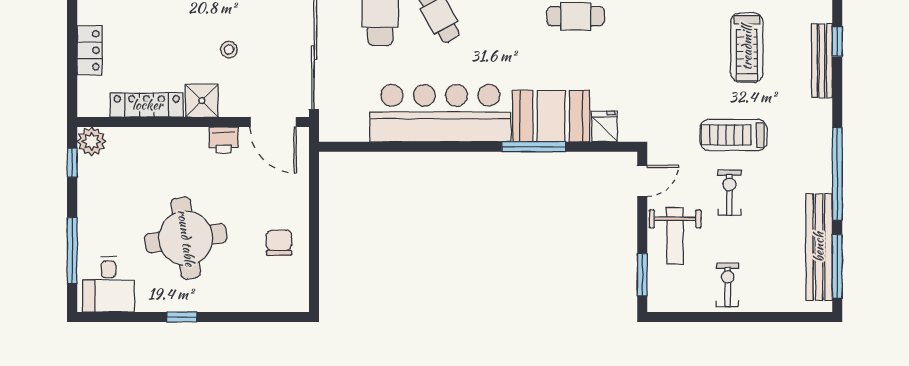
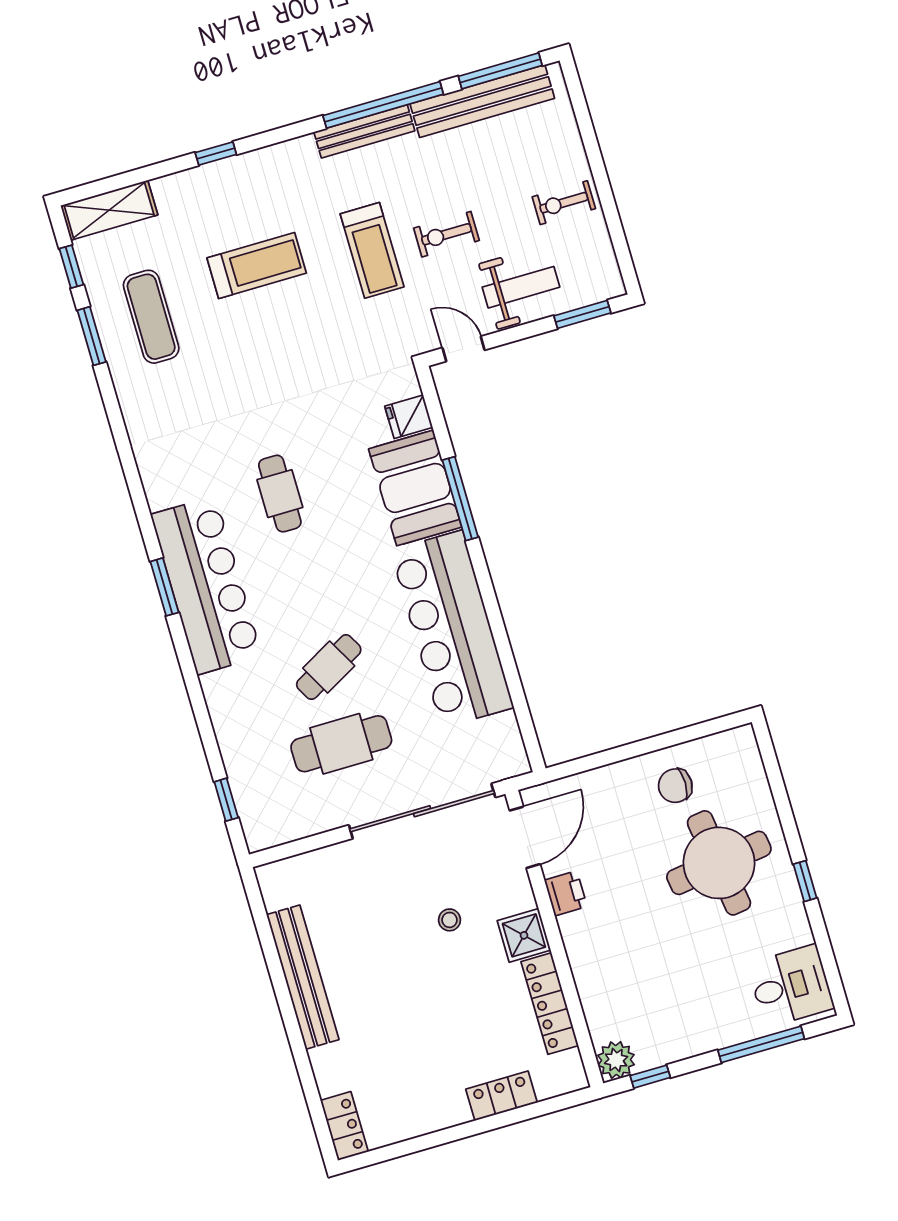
bench: (822, 61) -> (364, 131), moved
round table: (186, 238) -> (719, 863), moved

